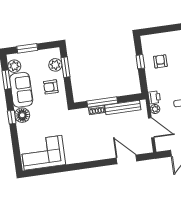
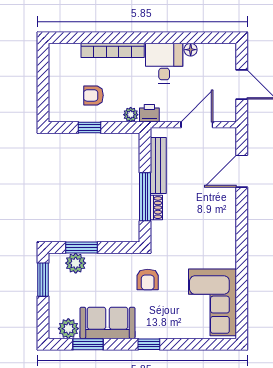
window: (27, 48) -> (43, 280), moved
armchair: (51, 87) -> (148, 279), moved
plant: (155, 109) -> (131, 115), moved
floor lamp: (22, 115) -> (148, 327), removed

